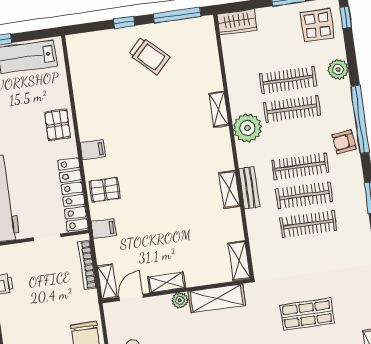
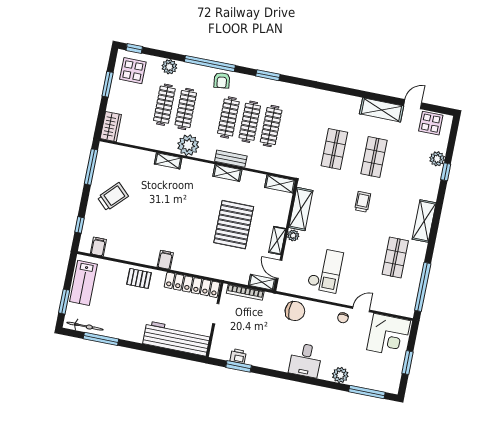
window: (124, 22) -> (79, 225), moved
pallet: (105, 190) -> (234, 225), moved, width x2.05, depth x2.00
filing cabinet: (104, 229) -> (98, 247), moved

